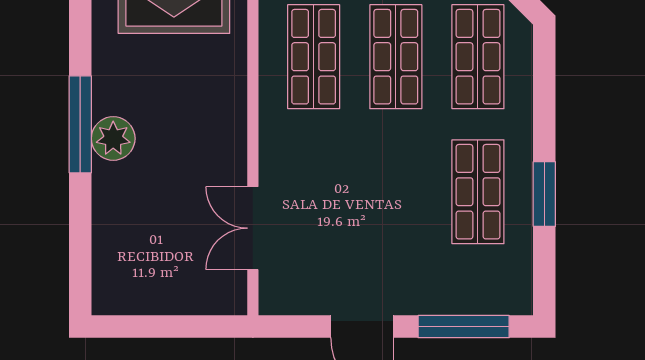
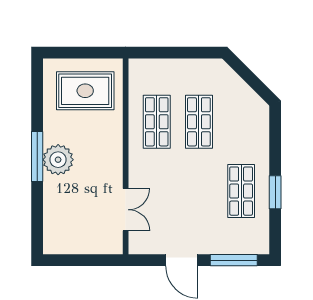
shop shelf: (478, 57) -> (241, 122), removed
plant: (113, 138) -> (58, 160), width x1.36, depth x1.36
double door: (253, 228) -> (126, 210), swing flipped

